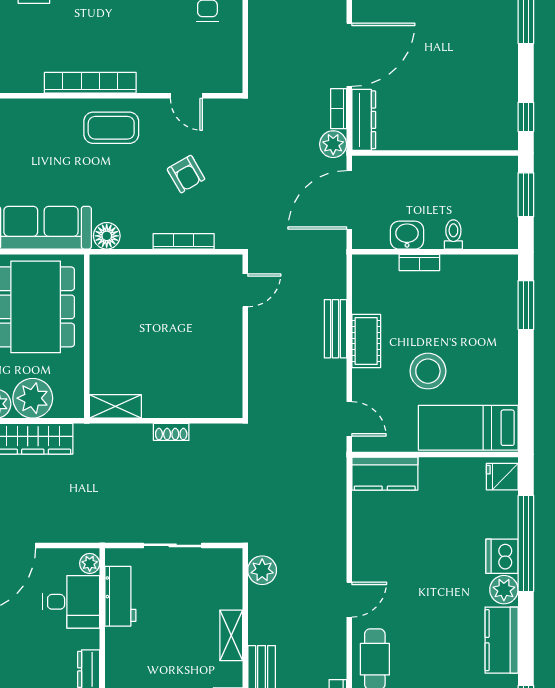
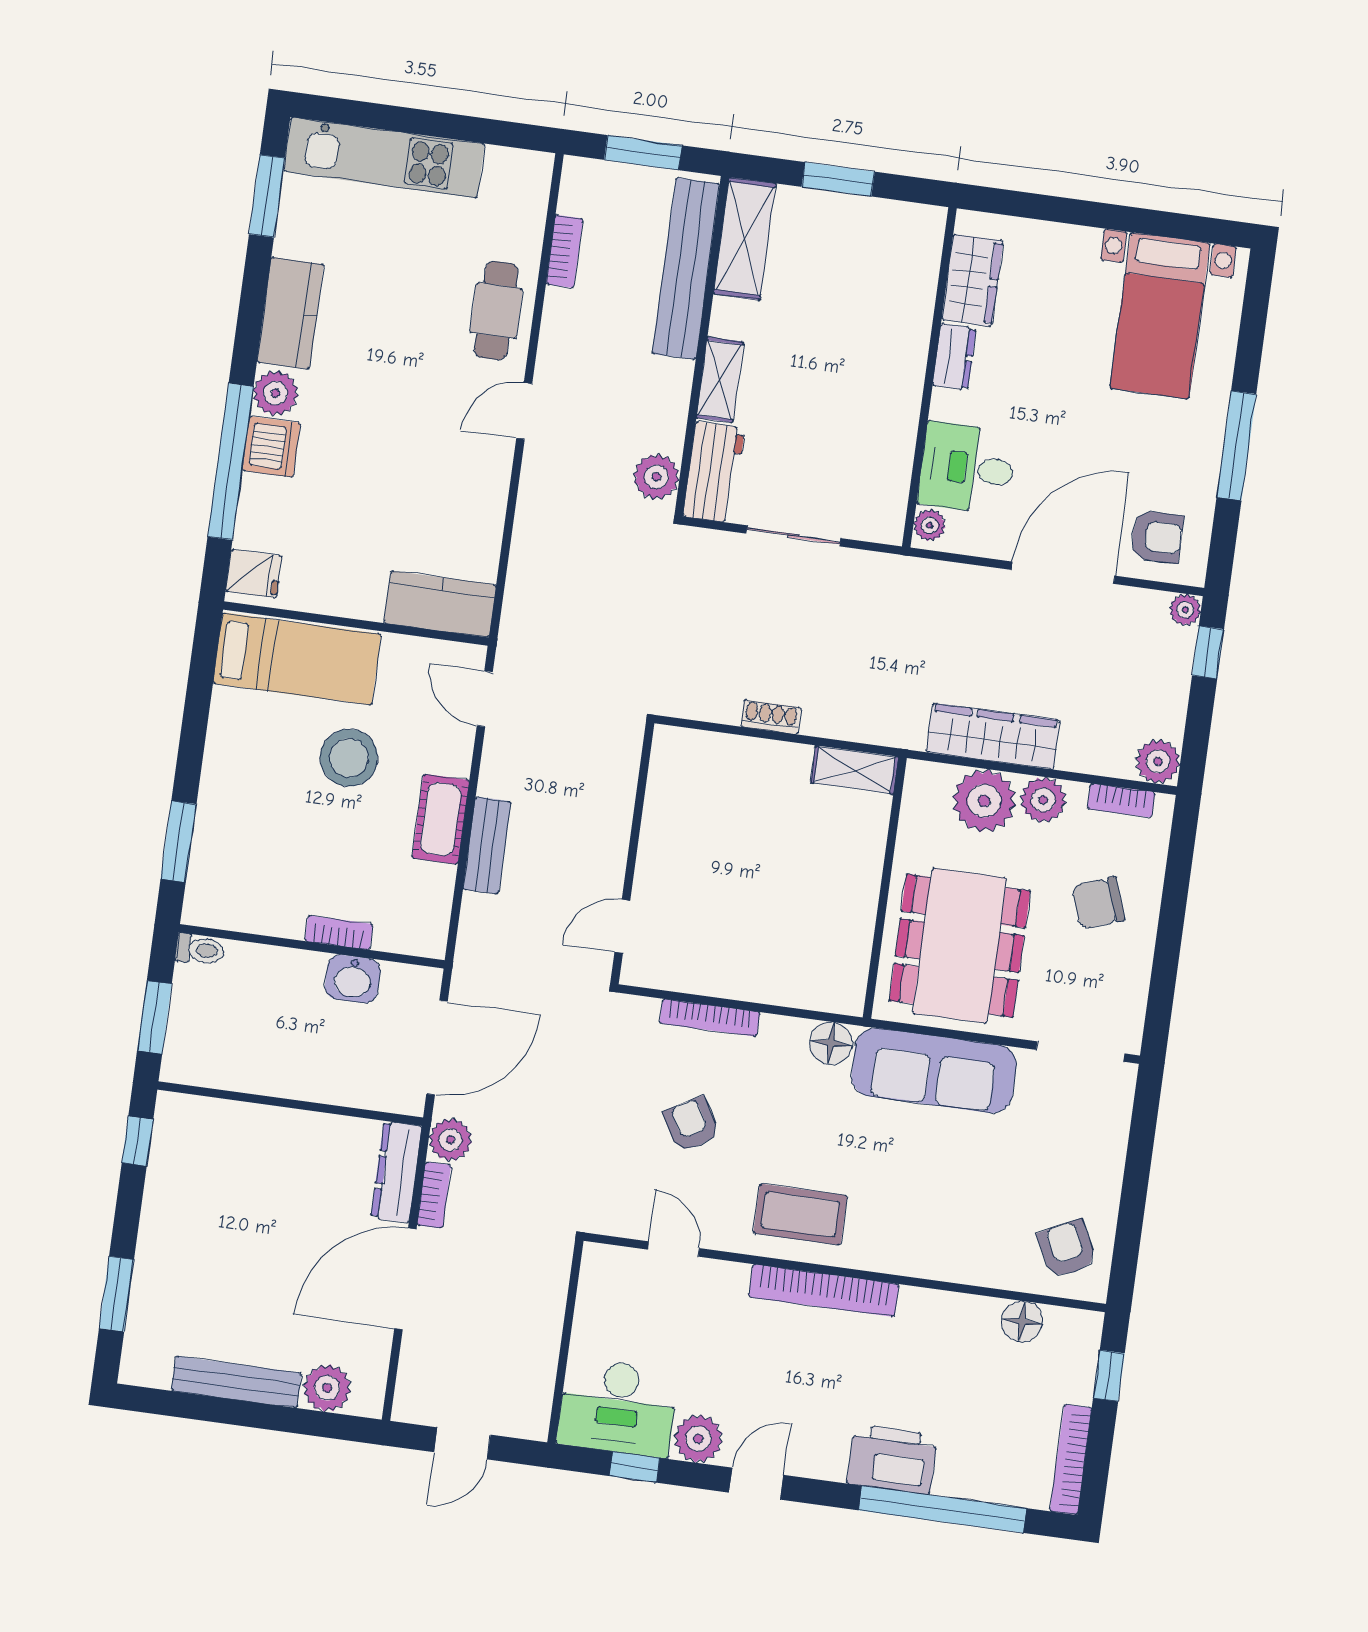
toilet: (453, 234) -> (200, 950), moved, turned -90
workbench: (120, 596) -> (714, 472), moved, turned 180

